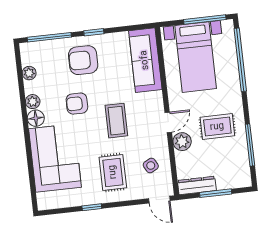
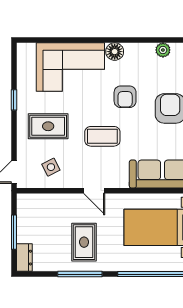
plant: (33, 102) -> (132, 50), removed
armchair: (77, 104) -> (125, 97), turned 180
plant: (182, 142) -> (72, 203), removed
window: (250, 145) -> (80, 274), moved
dresser: (197, 185) -> (24, 258), moved, width x0.70

